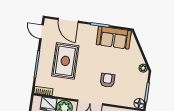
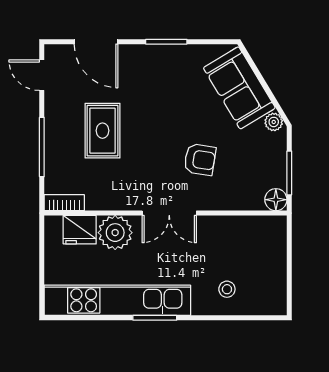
sofa: (114, 38) -> (239, 88), moved, turned 59
rug: (65, 61) -> (103, 131), width x0.73, depth x0.70
armchair: (107, 80) -> (200, 160), turned 99

